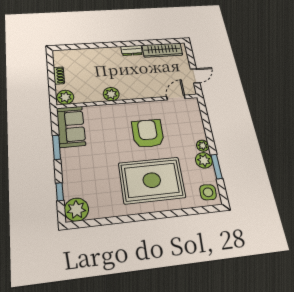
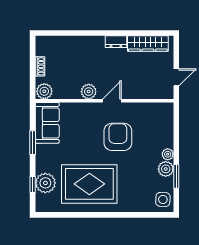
door: (176, 98) -> (112, 101), moved
rug: (152, 180) -> (89, 184), moved
plant: (76, 210) -> (45, 183), moved

